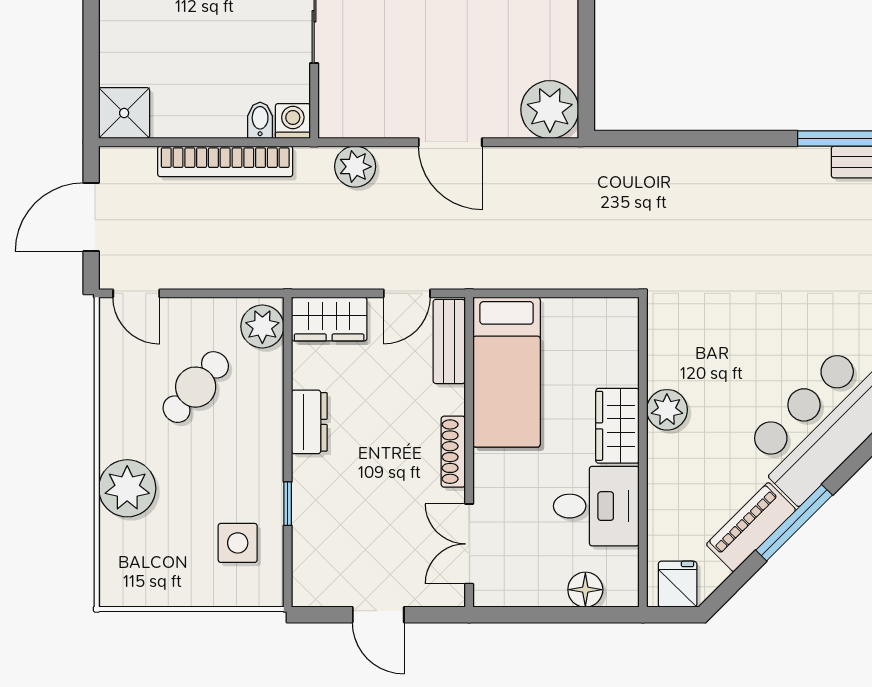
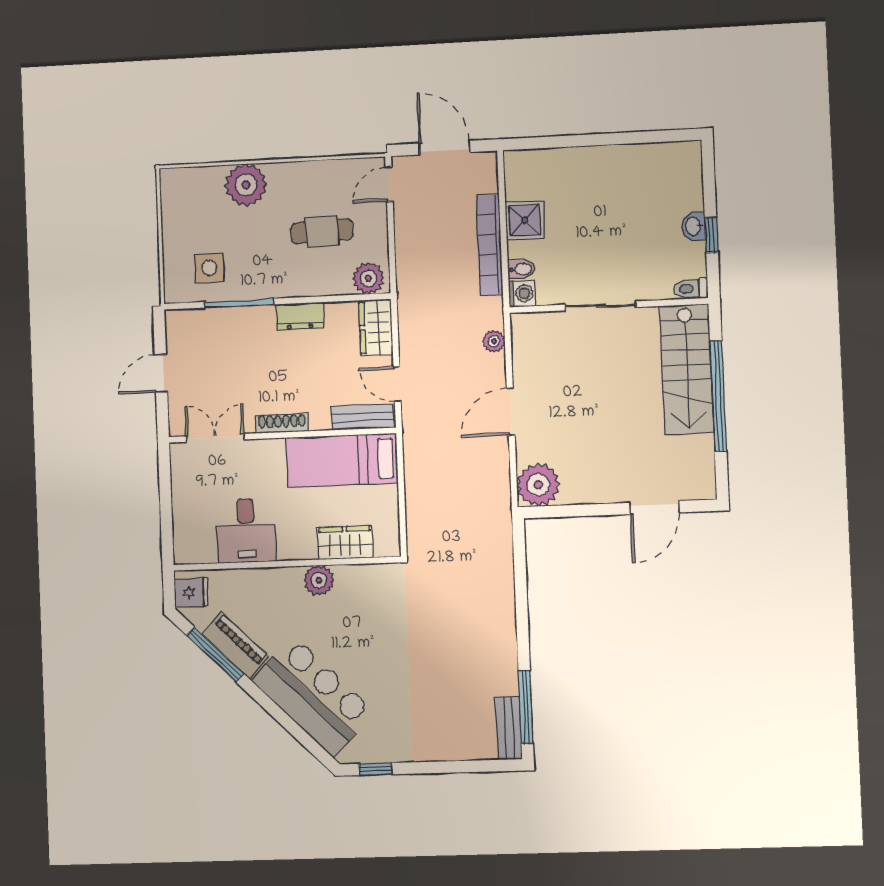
shower: (124, 113) -> (525, 220), moved
plant: (355, 167) -> (494, 341), width x0.73, depth x0.73
cafe table: (196, 387) -> (322, 231), turned -43
wardrobe: (617, 426) -> (345, 543), moved
window: (288, 504) -> (239, 303), width x2.17
window: (794, 523) -> (215, 655), moved
floor lamp: (585, 590) -> (185, 525), removed

